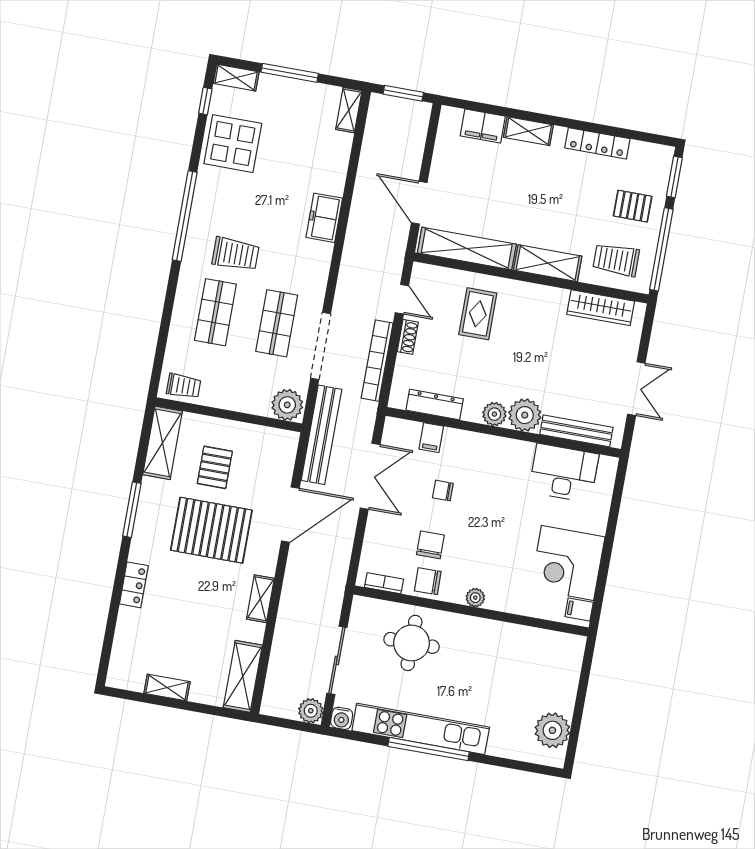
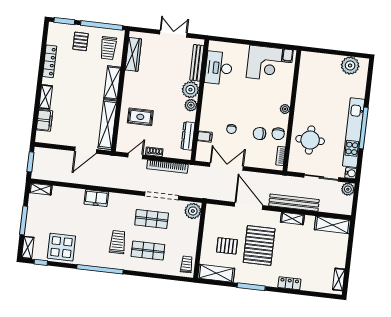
bench: (321, 435) -> (294, 203), moved
shelving: (167, 687) -> (339, 279), moved

